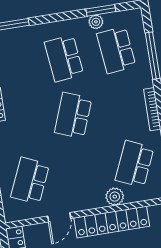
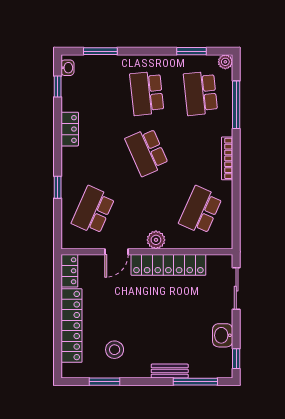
plant: (96, 22) -> (225, 62), moved
school desk: (73, 115) -> (147, 152), turned -45
plant: (115, 197) -> (156, 240), moved

